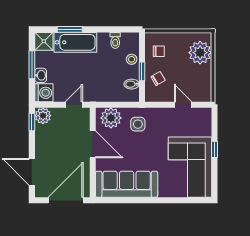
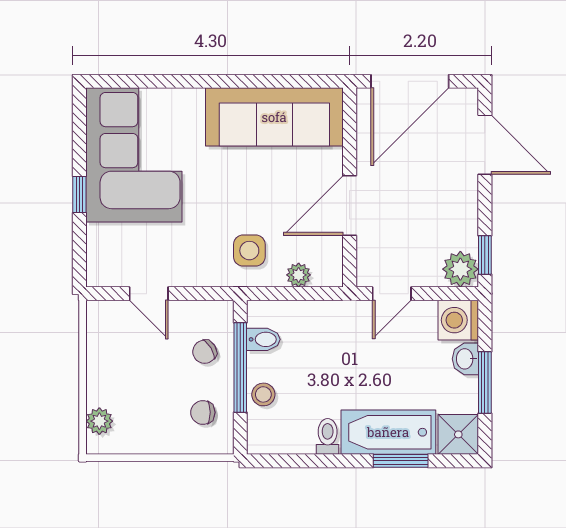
toilet: (115, 40) -> (328, 436), moved
plant: (200, 53) -> (99, 421), width x0.53, depth x0.53
window: (142, 71) -> (240, 367), width x2.17
plant: (111, 118) -> (299, 275), width x0.53, depth x0.53
door: (93, 144) -> (350, 205), hinge flipped

